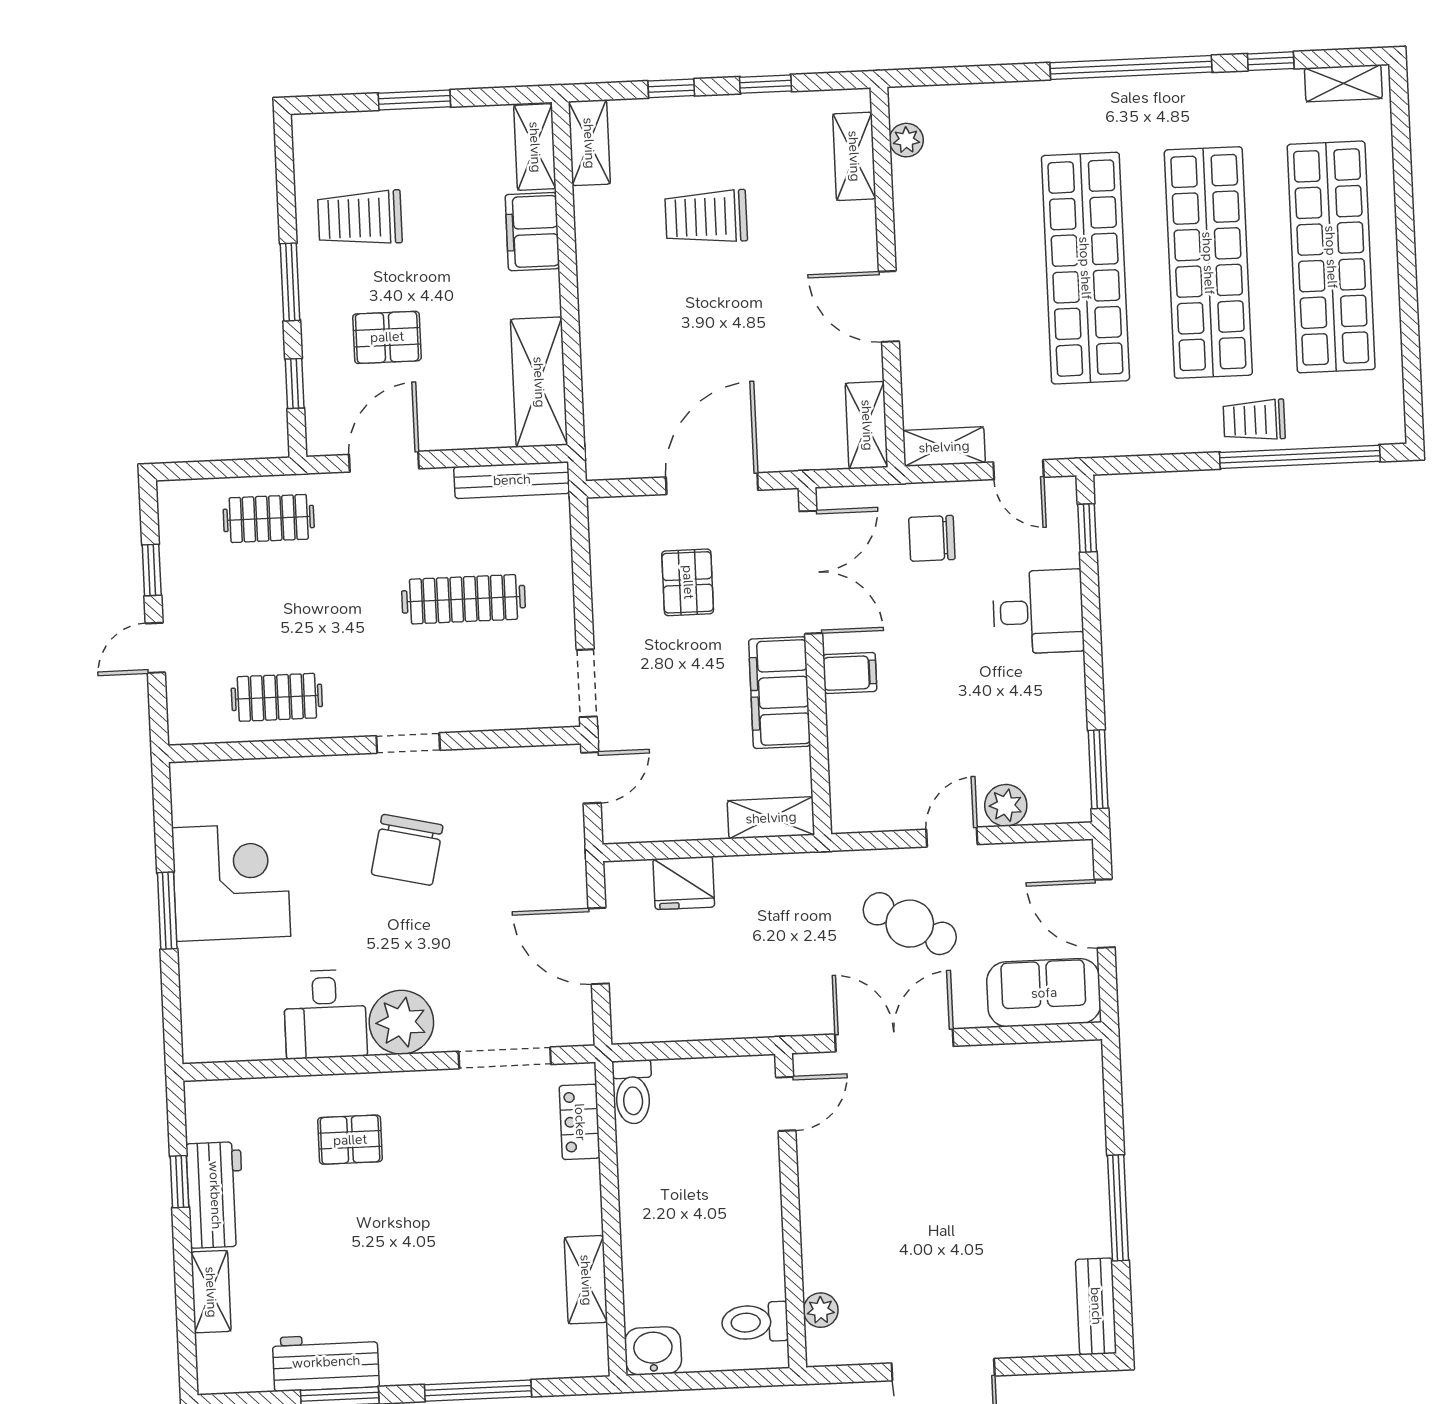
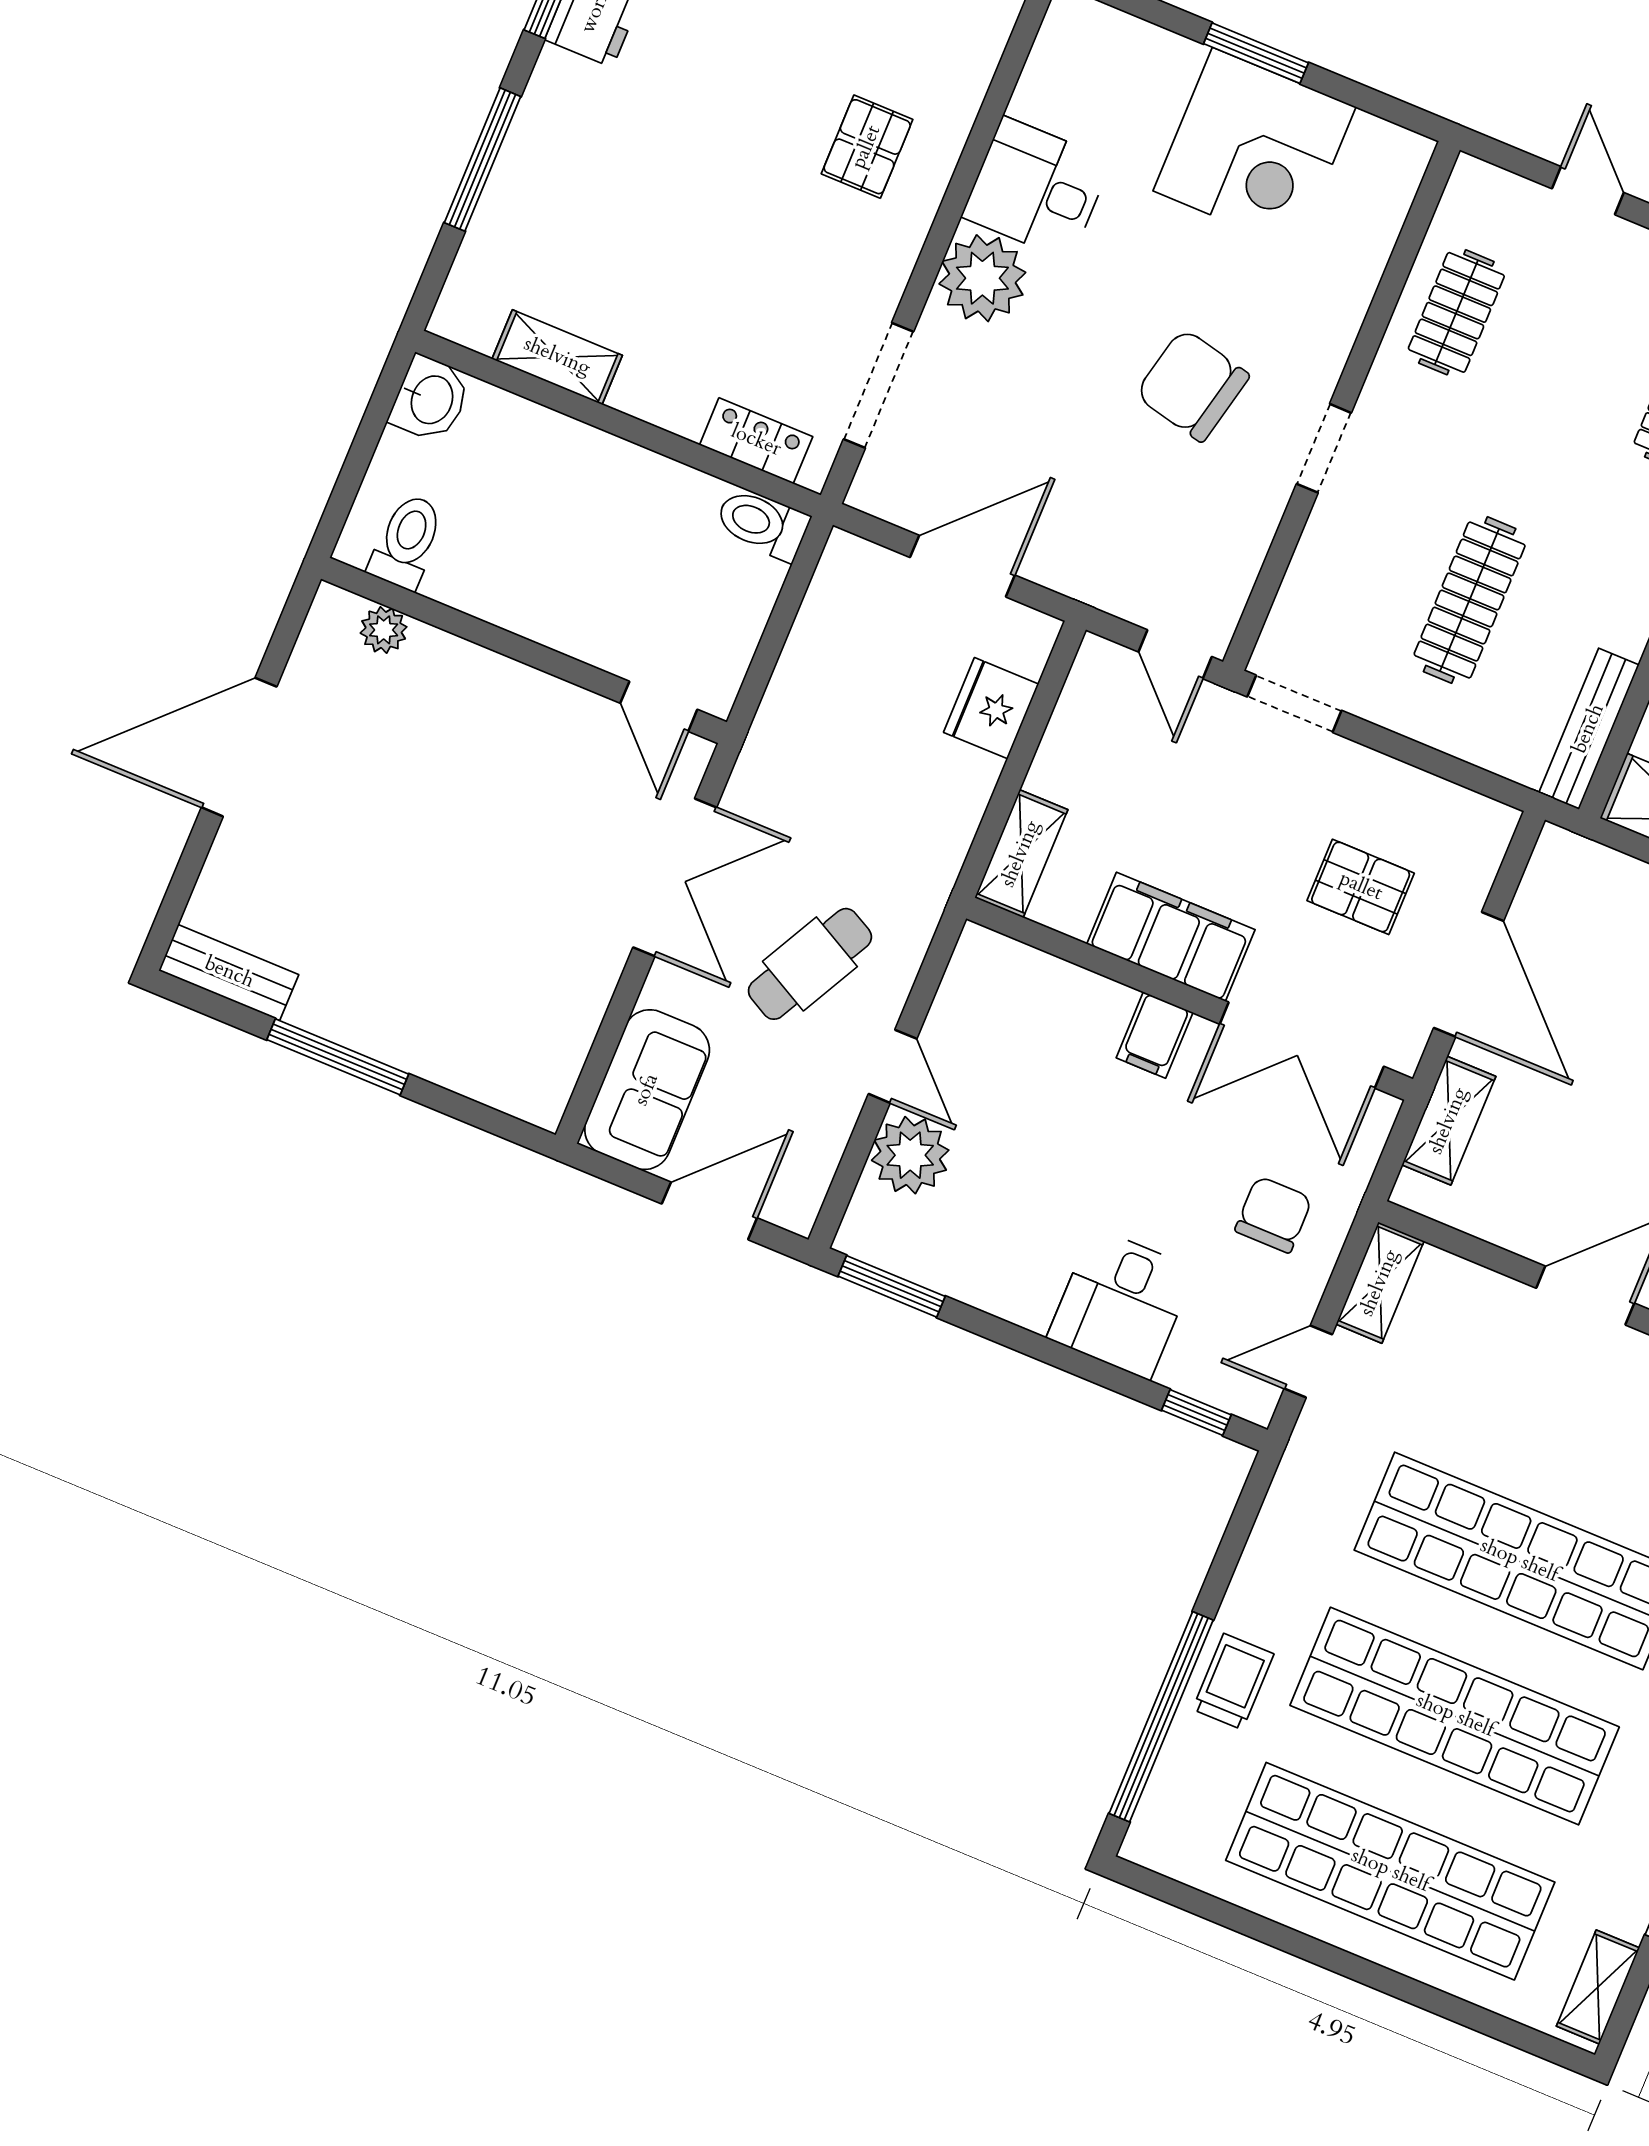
shelving: (867, 425) -> (1449, 1121), moved, turned 90
plant: (1006, 805) -> (910, 1155), width x1.36, depth x1.36

